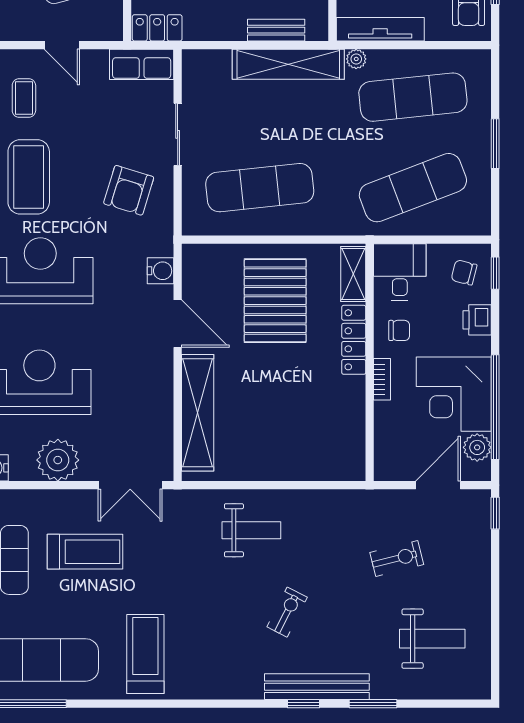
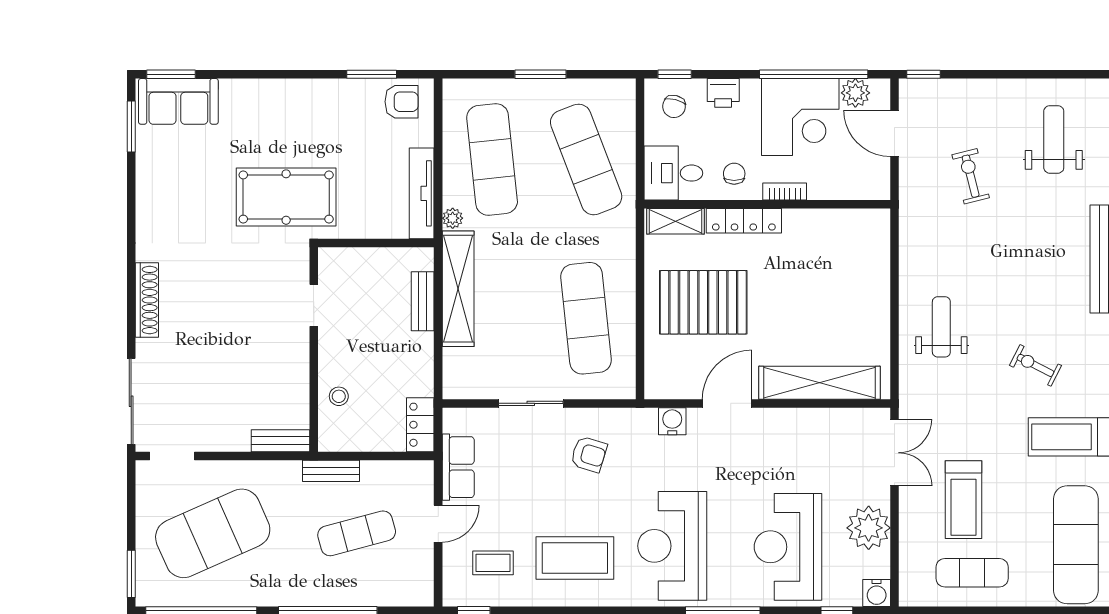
row of seats: (142, 64) -> (458, 467), moved
armchair: (129, 190) -> (589, 454), width x0.72, depth x0.72
treadmill: (85, 552) -> (964, 500), turned 180
exercise bike: (287, 612) -> (1035, 365), moved

